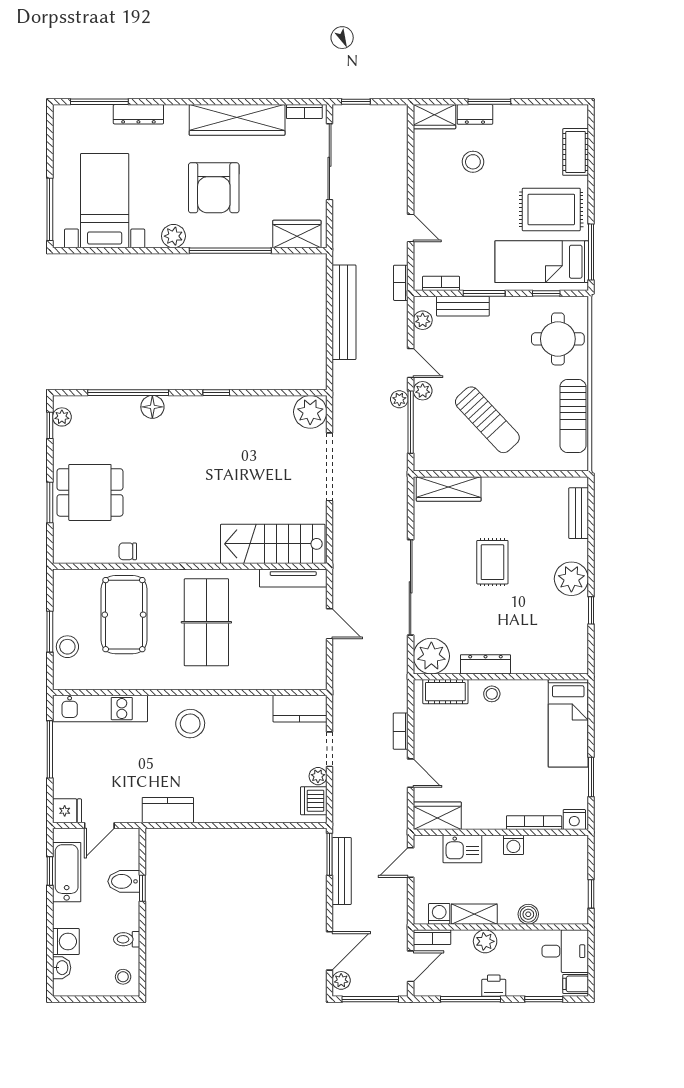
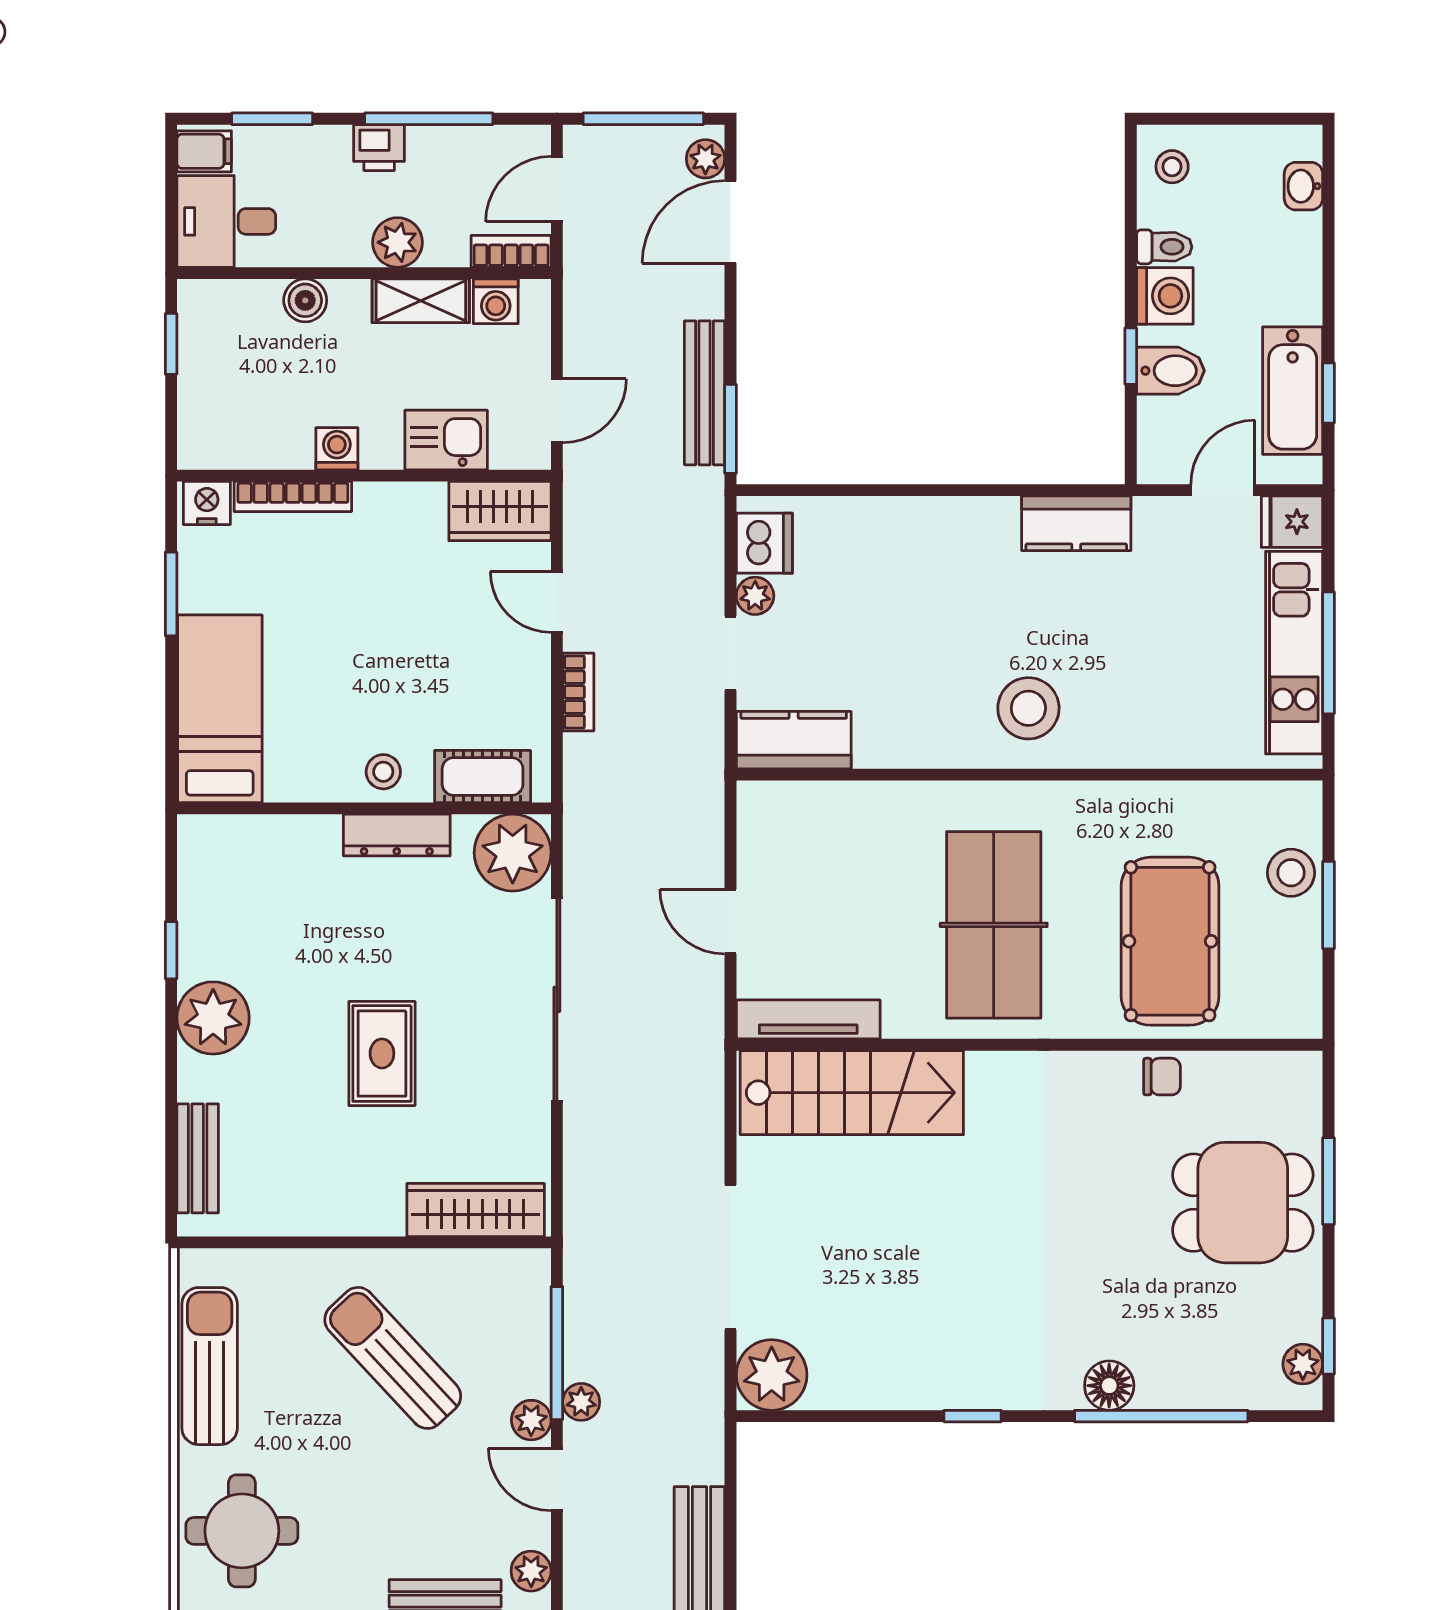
kitchen unit: (100, 709) -> (1294, 653), moved, turned -90
washing machine: (66, 941) -> (1165, 296), moved, turned 180

